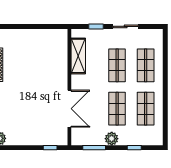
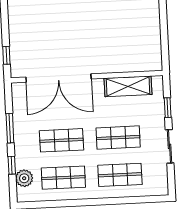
double door: (69, 109) -> (58, 78), width x1.36
plant: (112, 139) -> (24, 178), moved
window: (94, 148) -> (10, 128), moved

